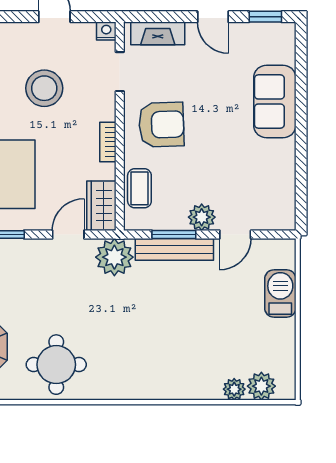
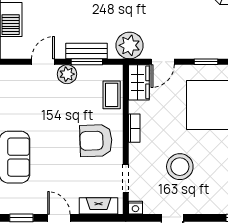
bench: (174, 249) -> (87, 51), width x0.73

